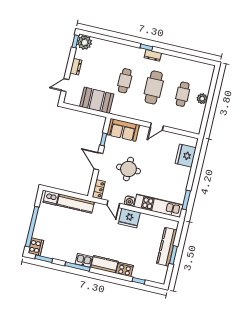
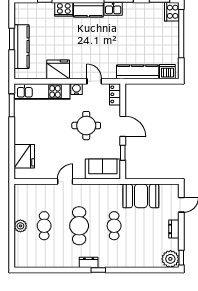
fridge: (129, 218) -> (58, 69), moved

